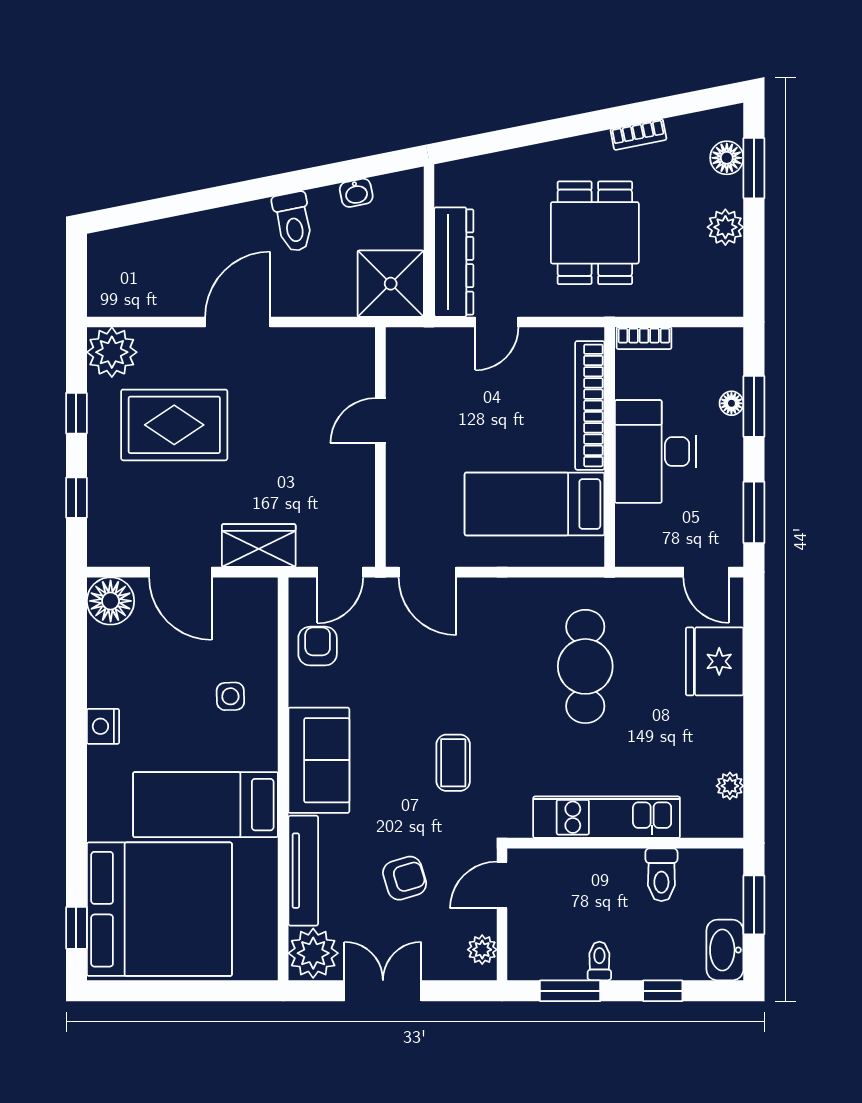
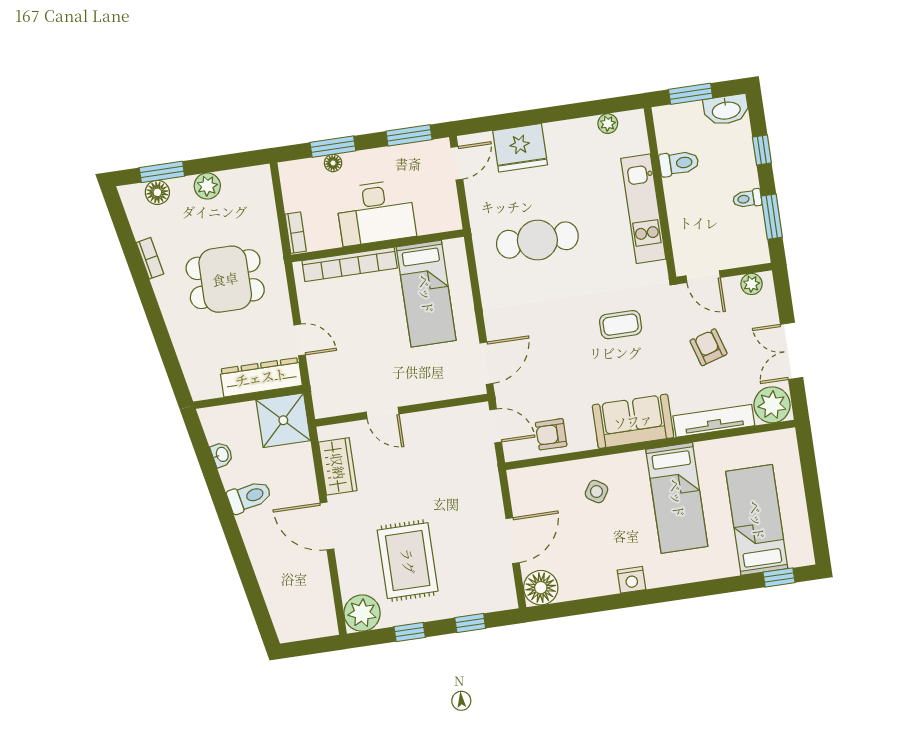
wardrobe: (259, 545) -> (338, 466), moved, turned 180
side table: (230, 696) -> (596, 492), turned 35
bed: (159, 909) -> (757, 520), width x0.49

